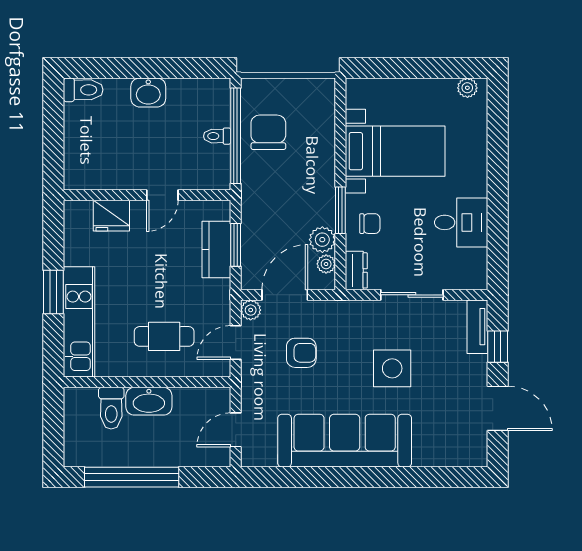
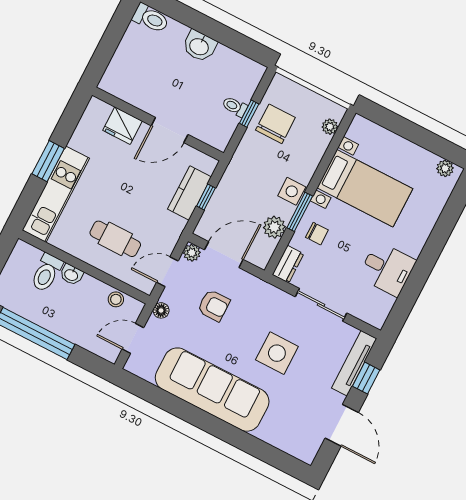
window: (236, 136) -> (249, 114), width x0.32
side table: (321, 193) -> (292, 191), added
door: (162, 195) -> (170, 130), width x1.38
window: (236, 245) -> (206, 197), width x0.67
plant: (326, 264) -> (330, 127), moved
tv unit: (477, 327) -> (354, 363), width x1.41
floor lamp: (250, 386) -> (161, 310), added
stool: (197, 399) -> (116, 299), added
washbasin: (149, 401) -> (71, 275), width x0.52, depth x0.69

